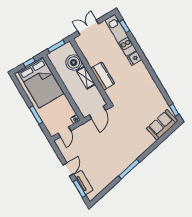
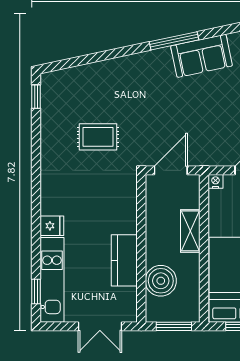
kitchen counter: (103, 76) -> (124, 260), moved
shelving: (86, 78) -> (190, 231), moved
rug: (137, 108) -> (98, 137), added
sofa: (162, 125) -> (201, 56), moved

